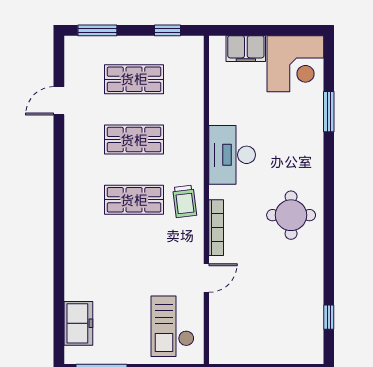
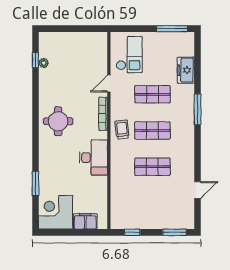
shop shelf: (134, 79) -> (152, 94), moved
window: (59, 235) -> (198, 109), added
plant: (315, 312) -> (44, 63), added
freezer: (78, 323) -> (186, 70), moved

